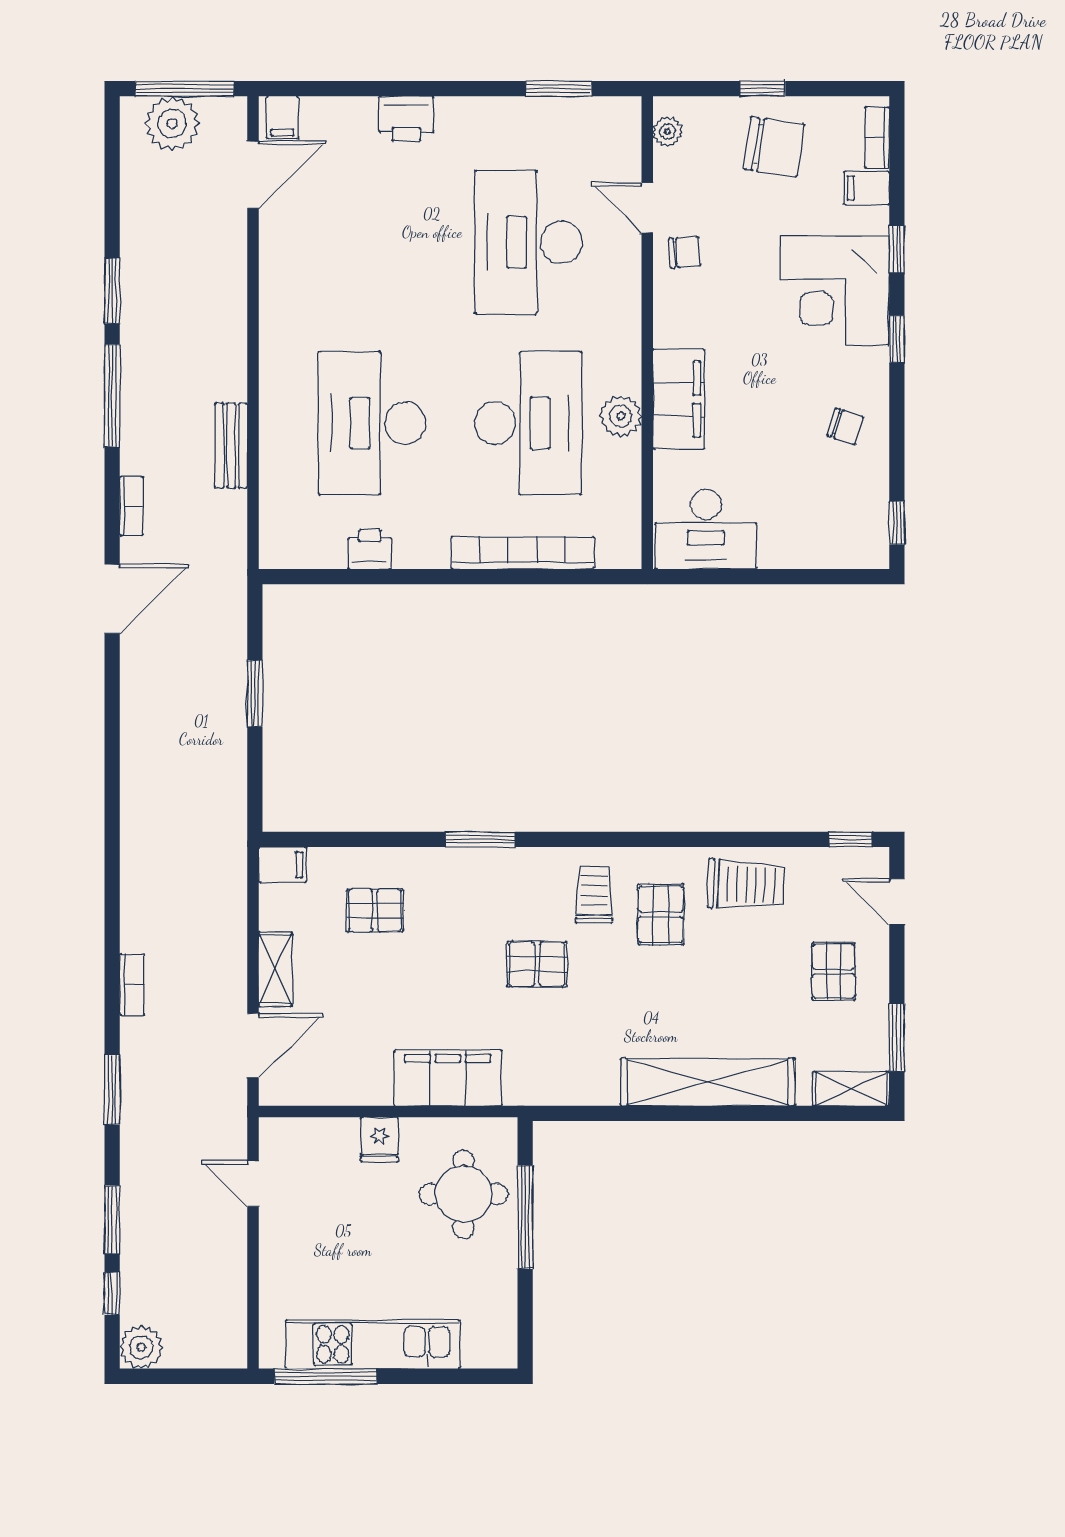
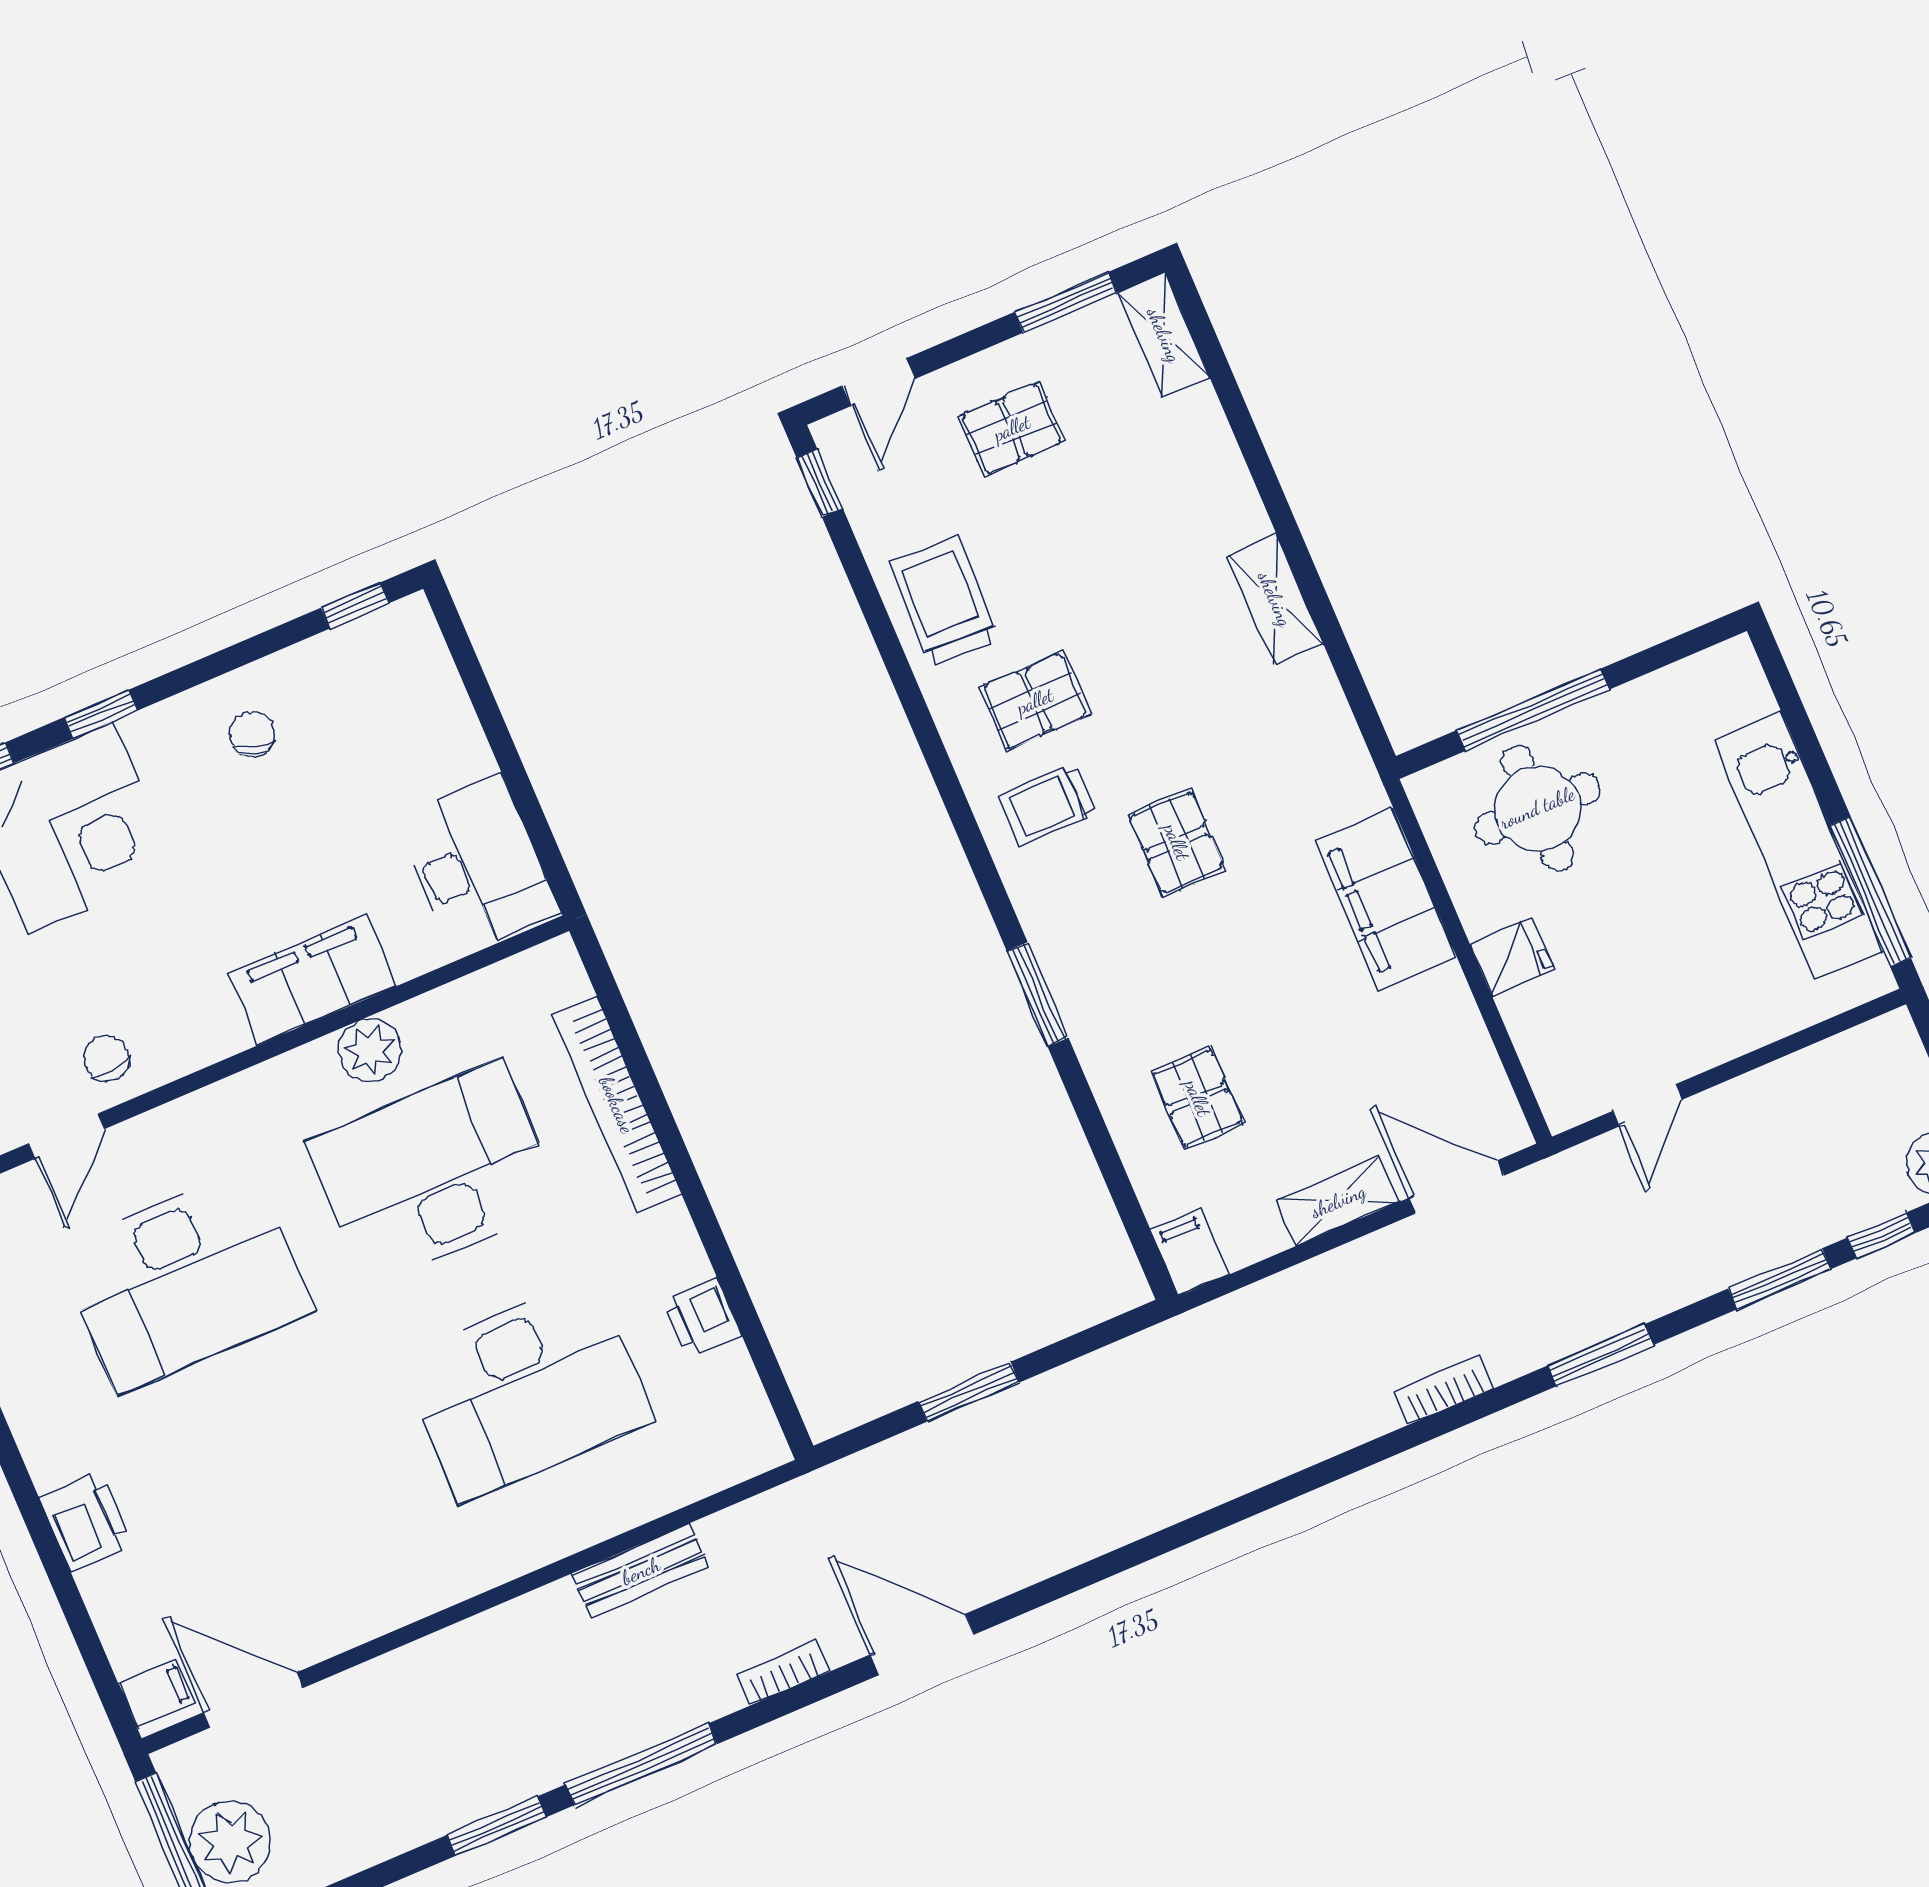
shelving: (708, 1082) -> (1275, 599), width x0.45, depth x0.75

